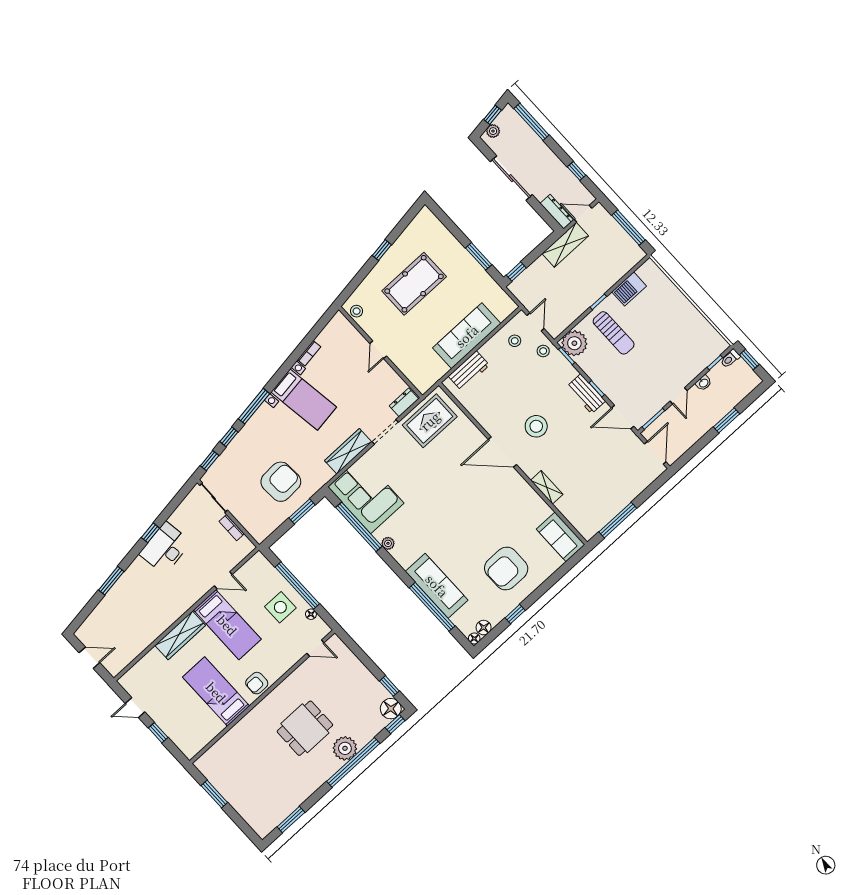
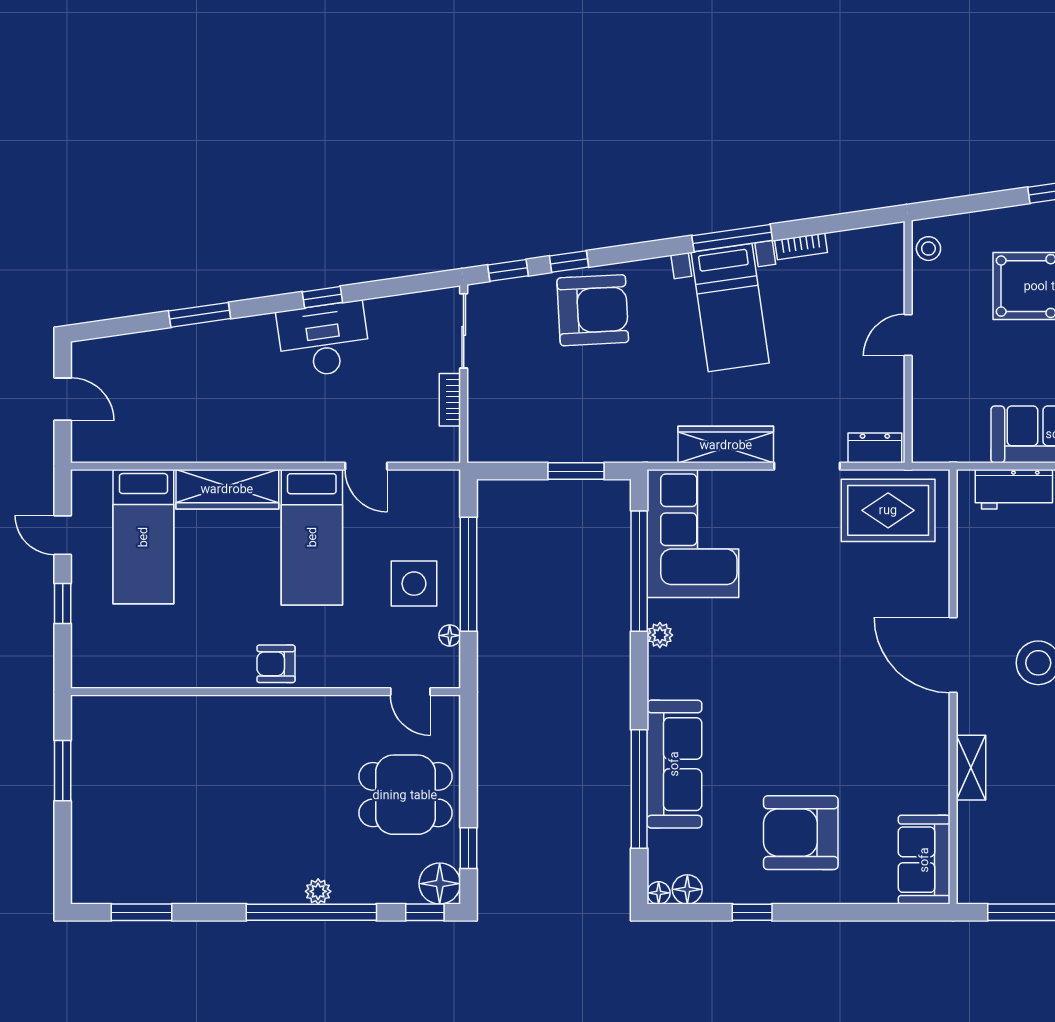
window: (254, 406) -> (732, 238), moved
armchair: (281, 482) -> (593, 310), moved
bed: (216, 692) -> (143, 537), moved, turned 180
dining table: (305, 728) -> (405, 795), moved
plant: (345, 748) -> (318, 891), width x0.53, depth x0.53

